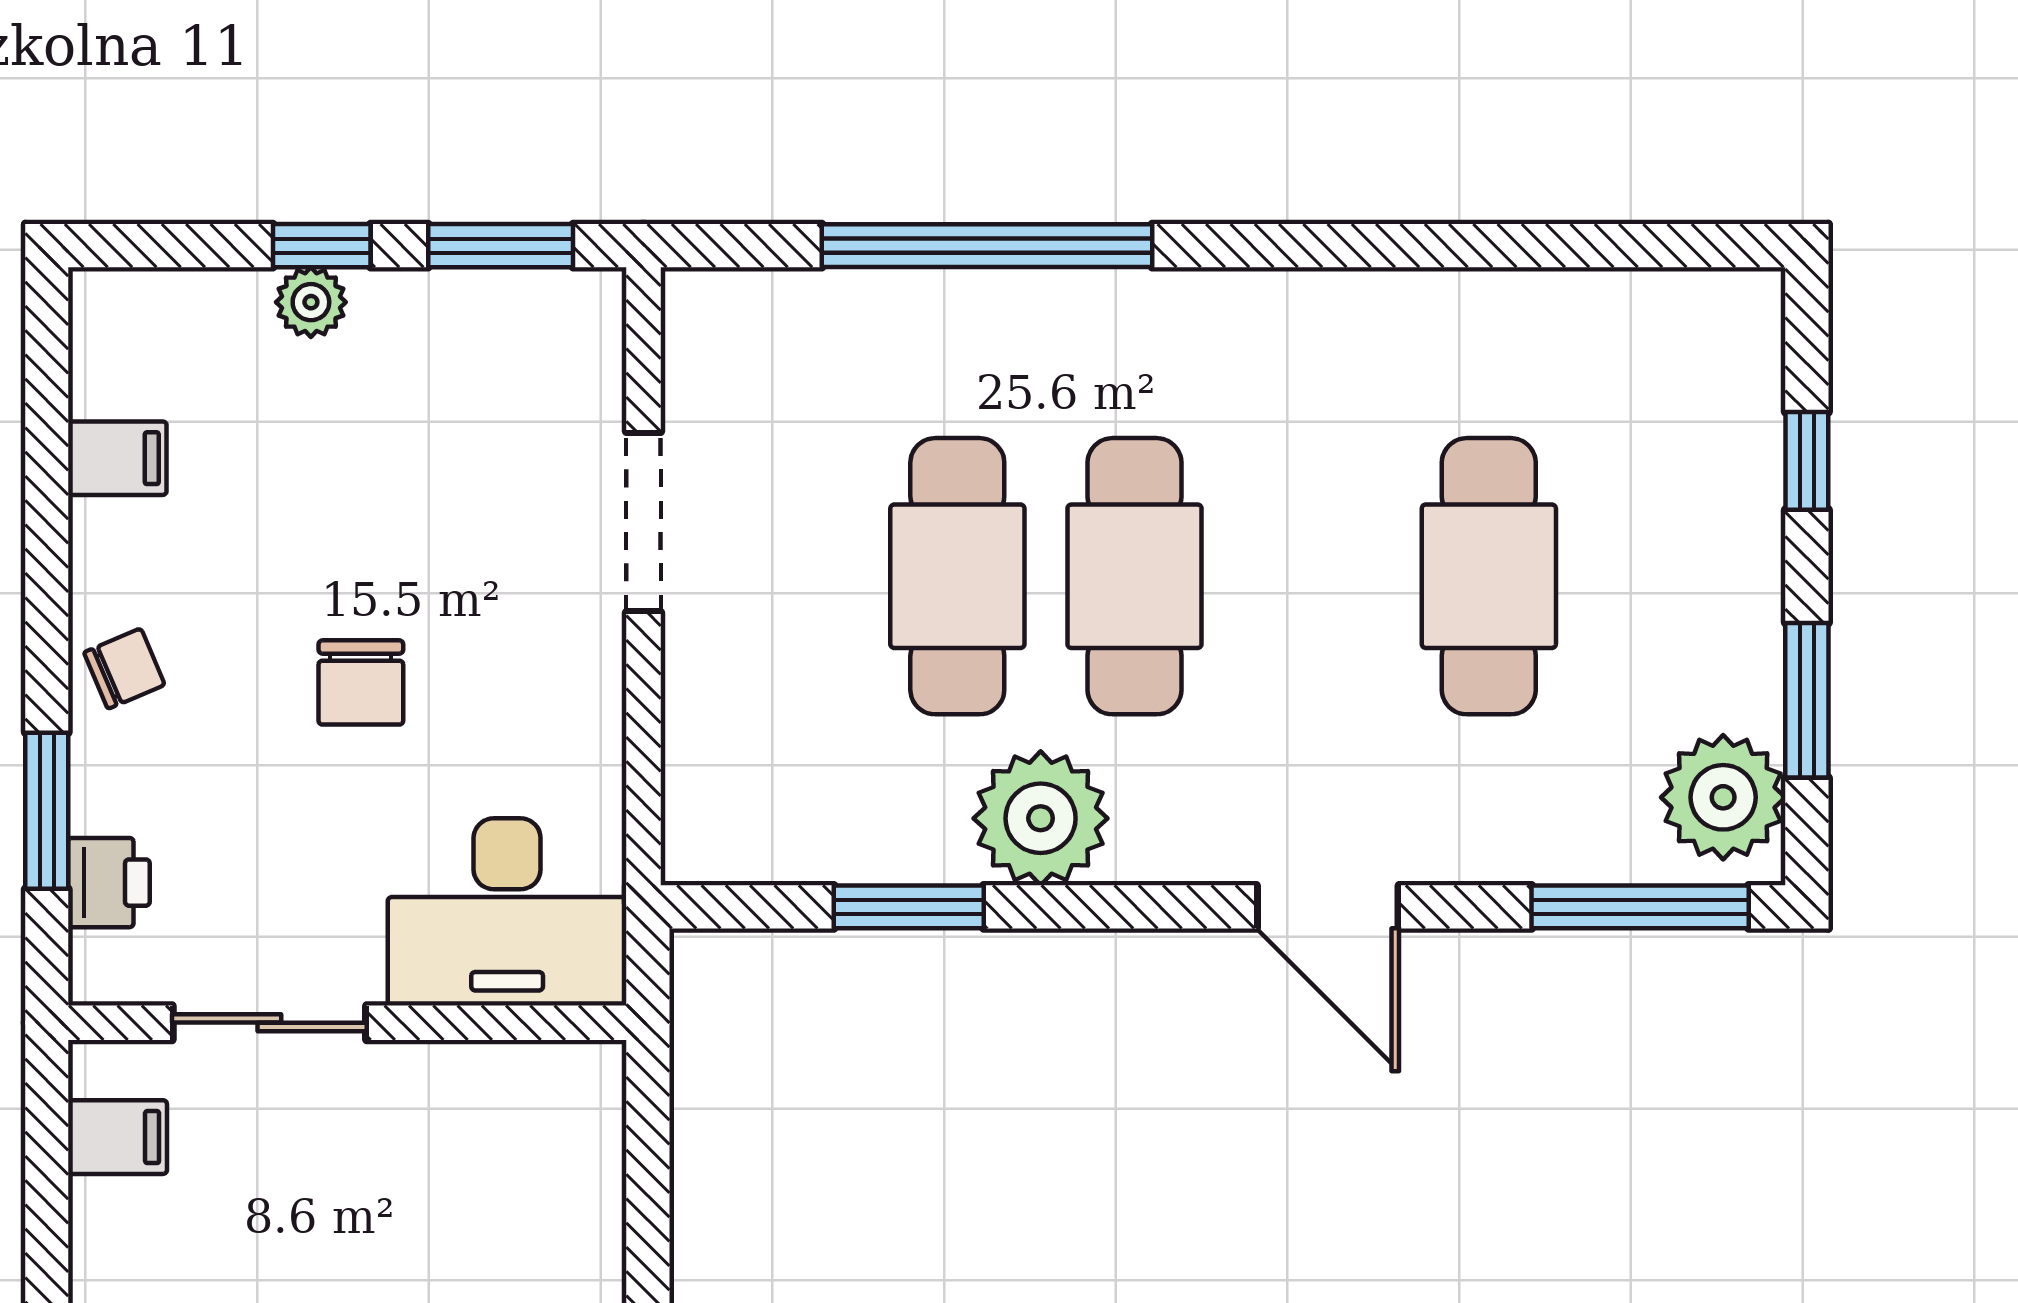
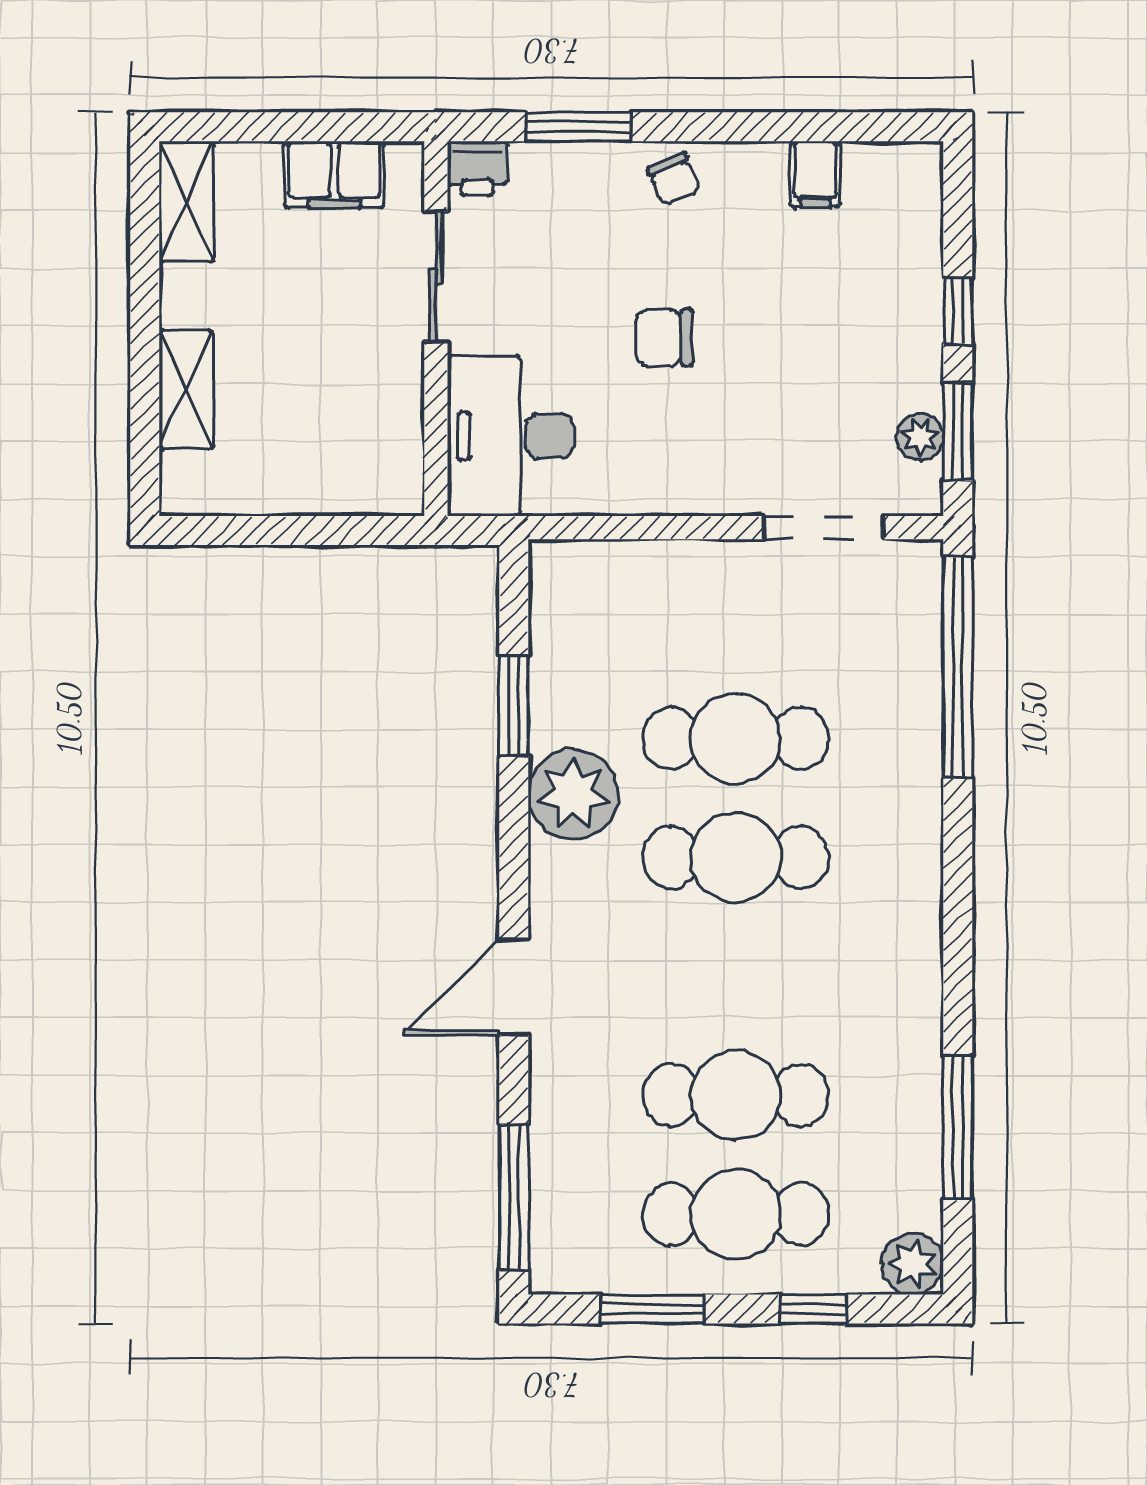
window: (987, 246) -> (958, 667), moved
window: (1537, 246) -> (958, 1128), added
plant: (311, 302) -> (920, 437), moved
doorway: (643, 522) -> (824, 528), moved
cafe table: (1666, 576) -> (736, 1214), added
plant: (1723, 797) -> (913, 1264), moved, width x0.73, depth x0.73
printer: (109, 883) -> (478, 169), moved
filing cabinet: (118, 1137) -> (334, 174), width x2.00

